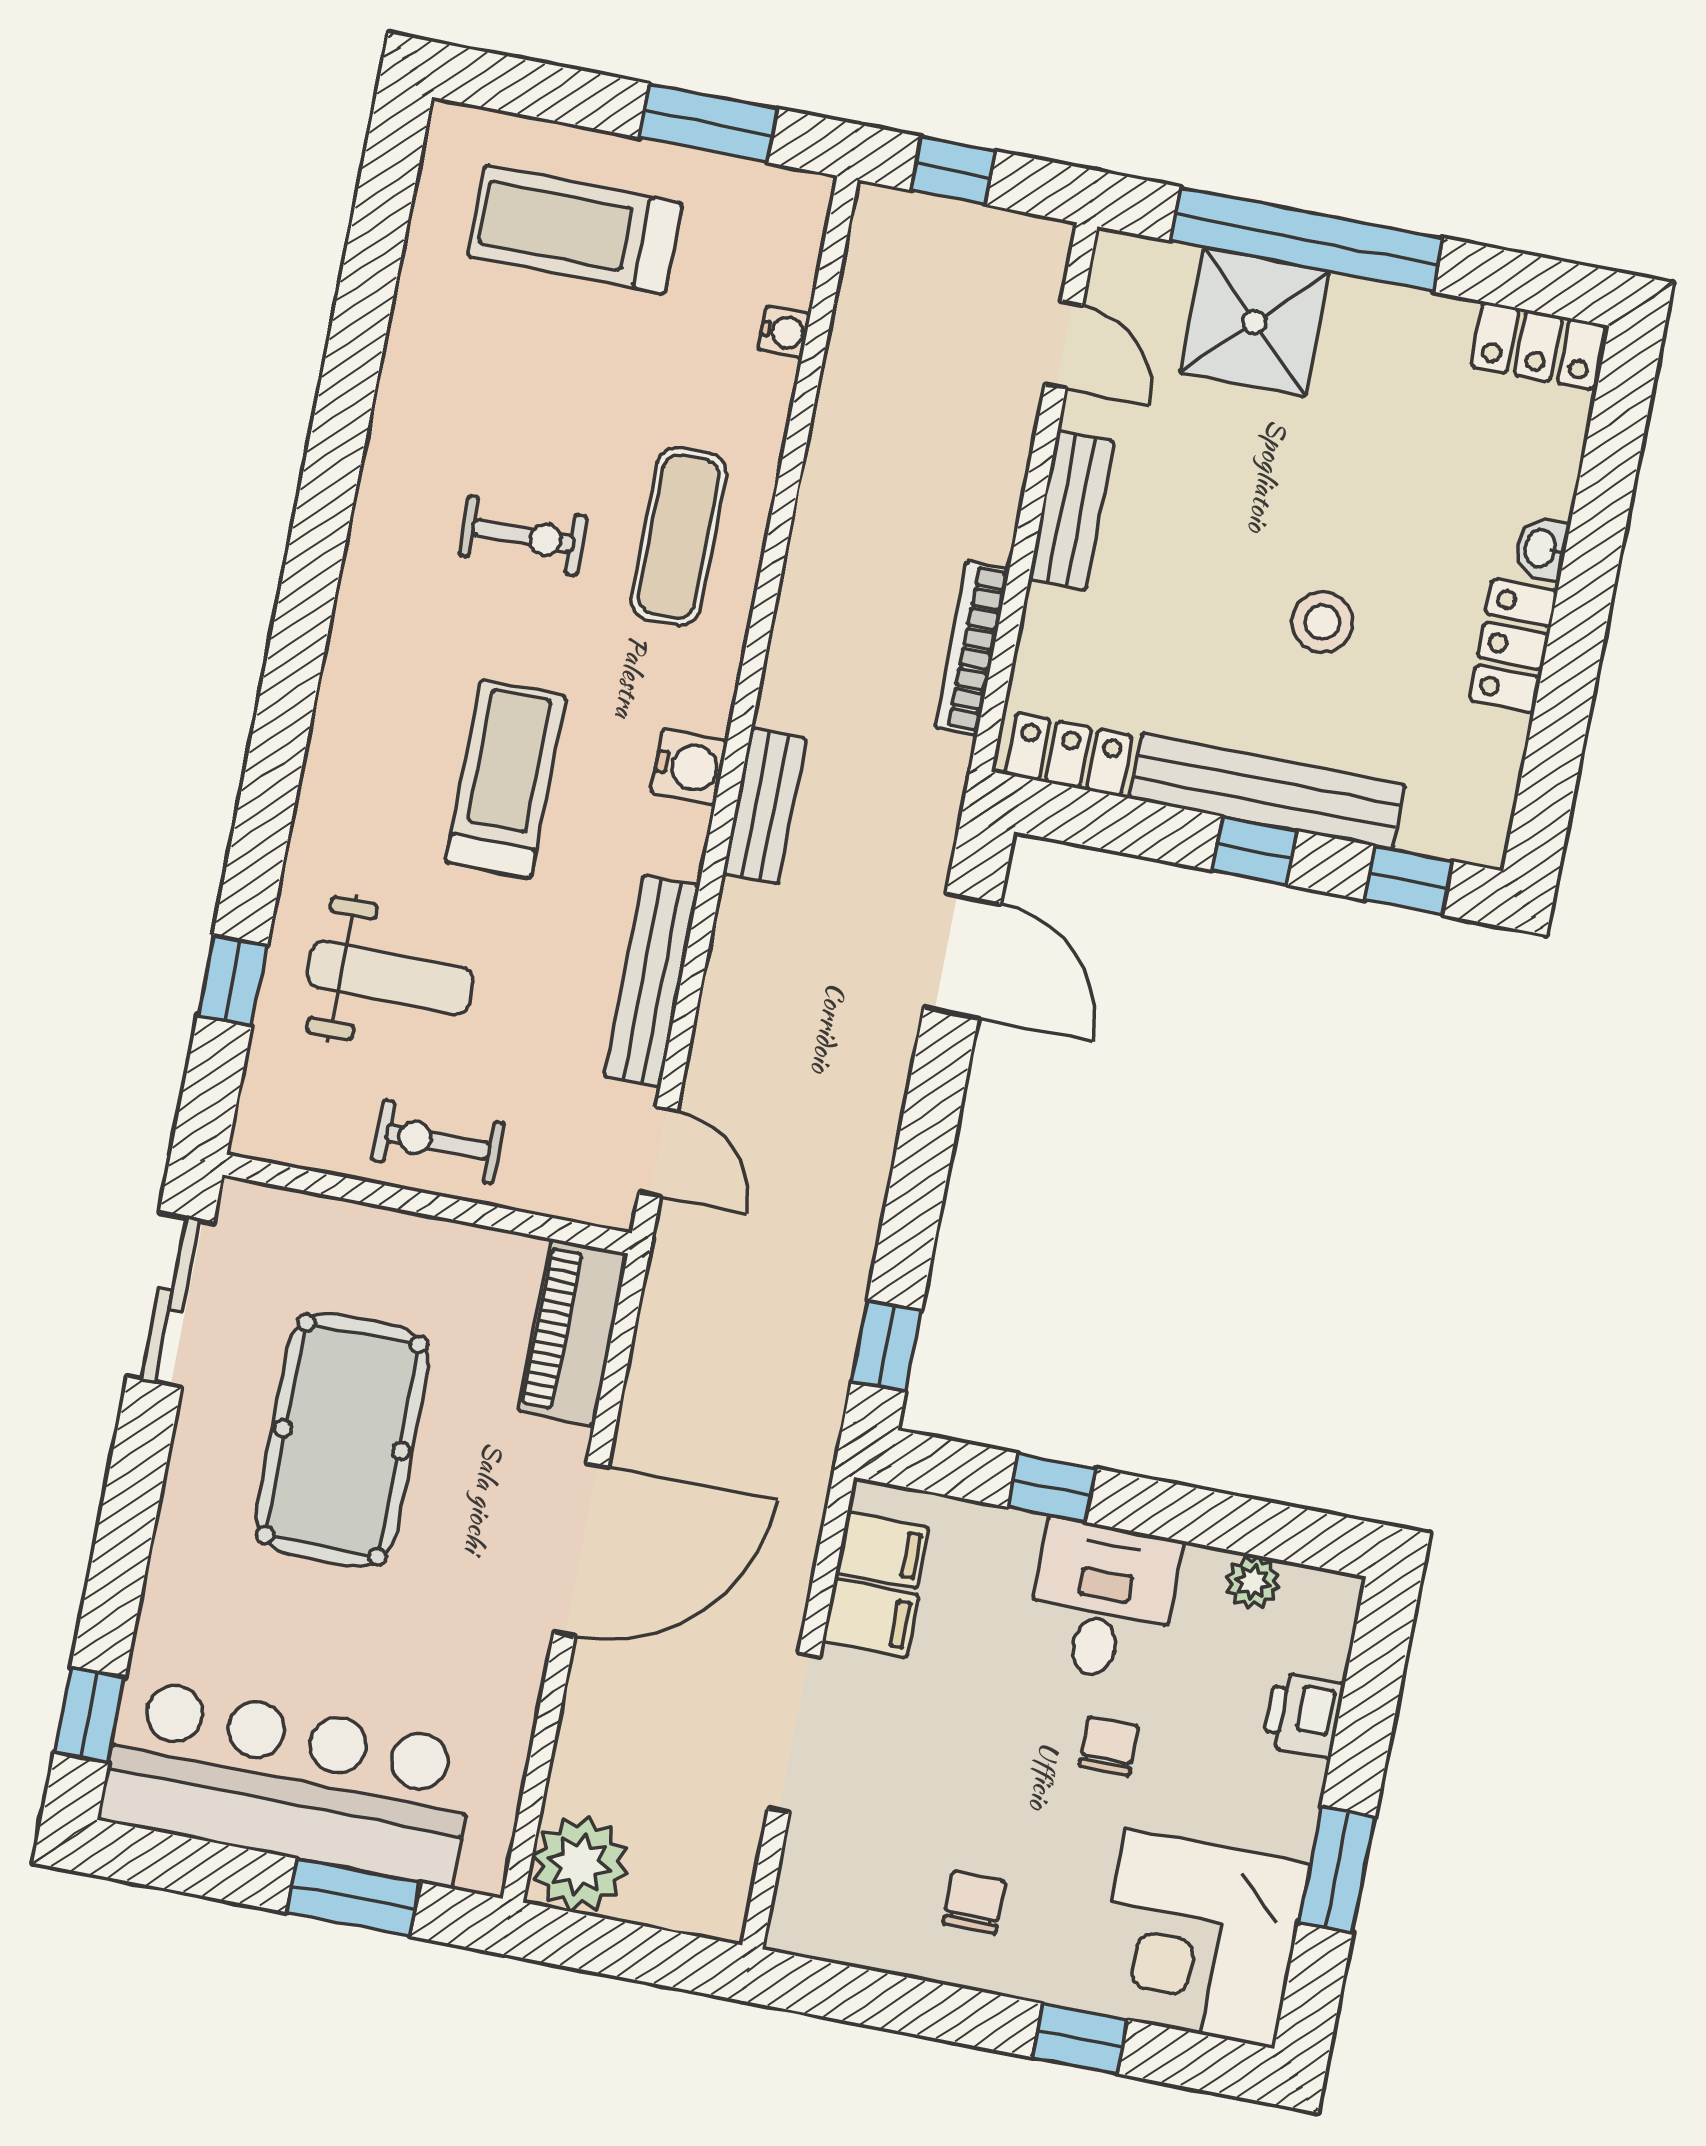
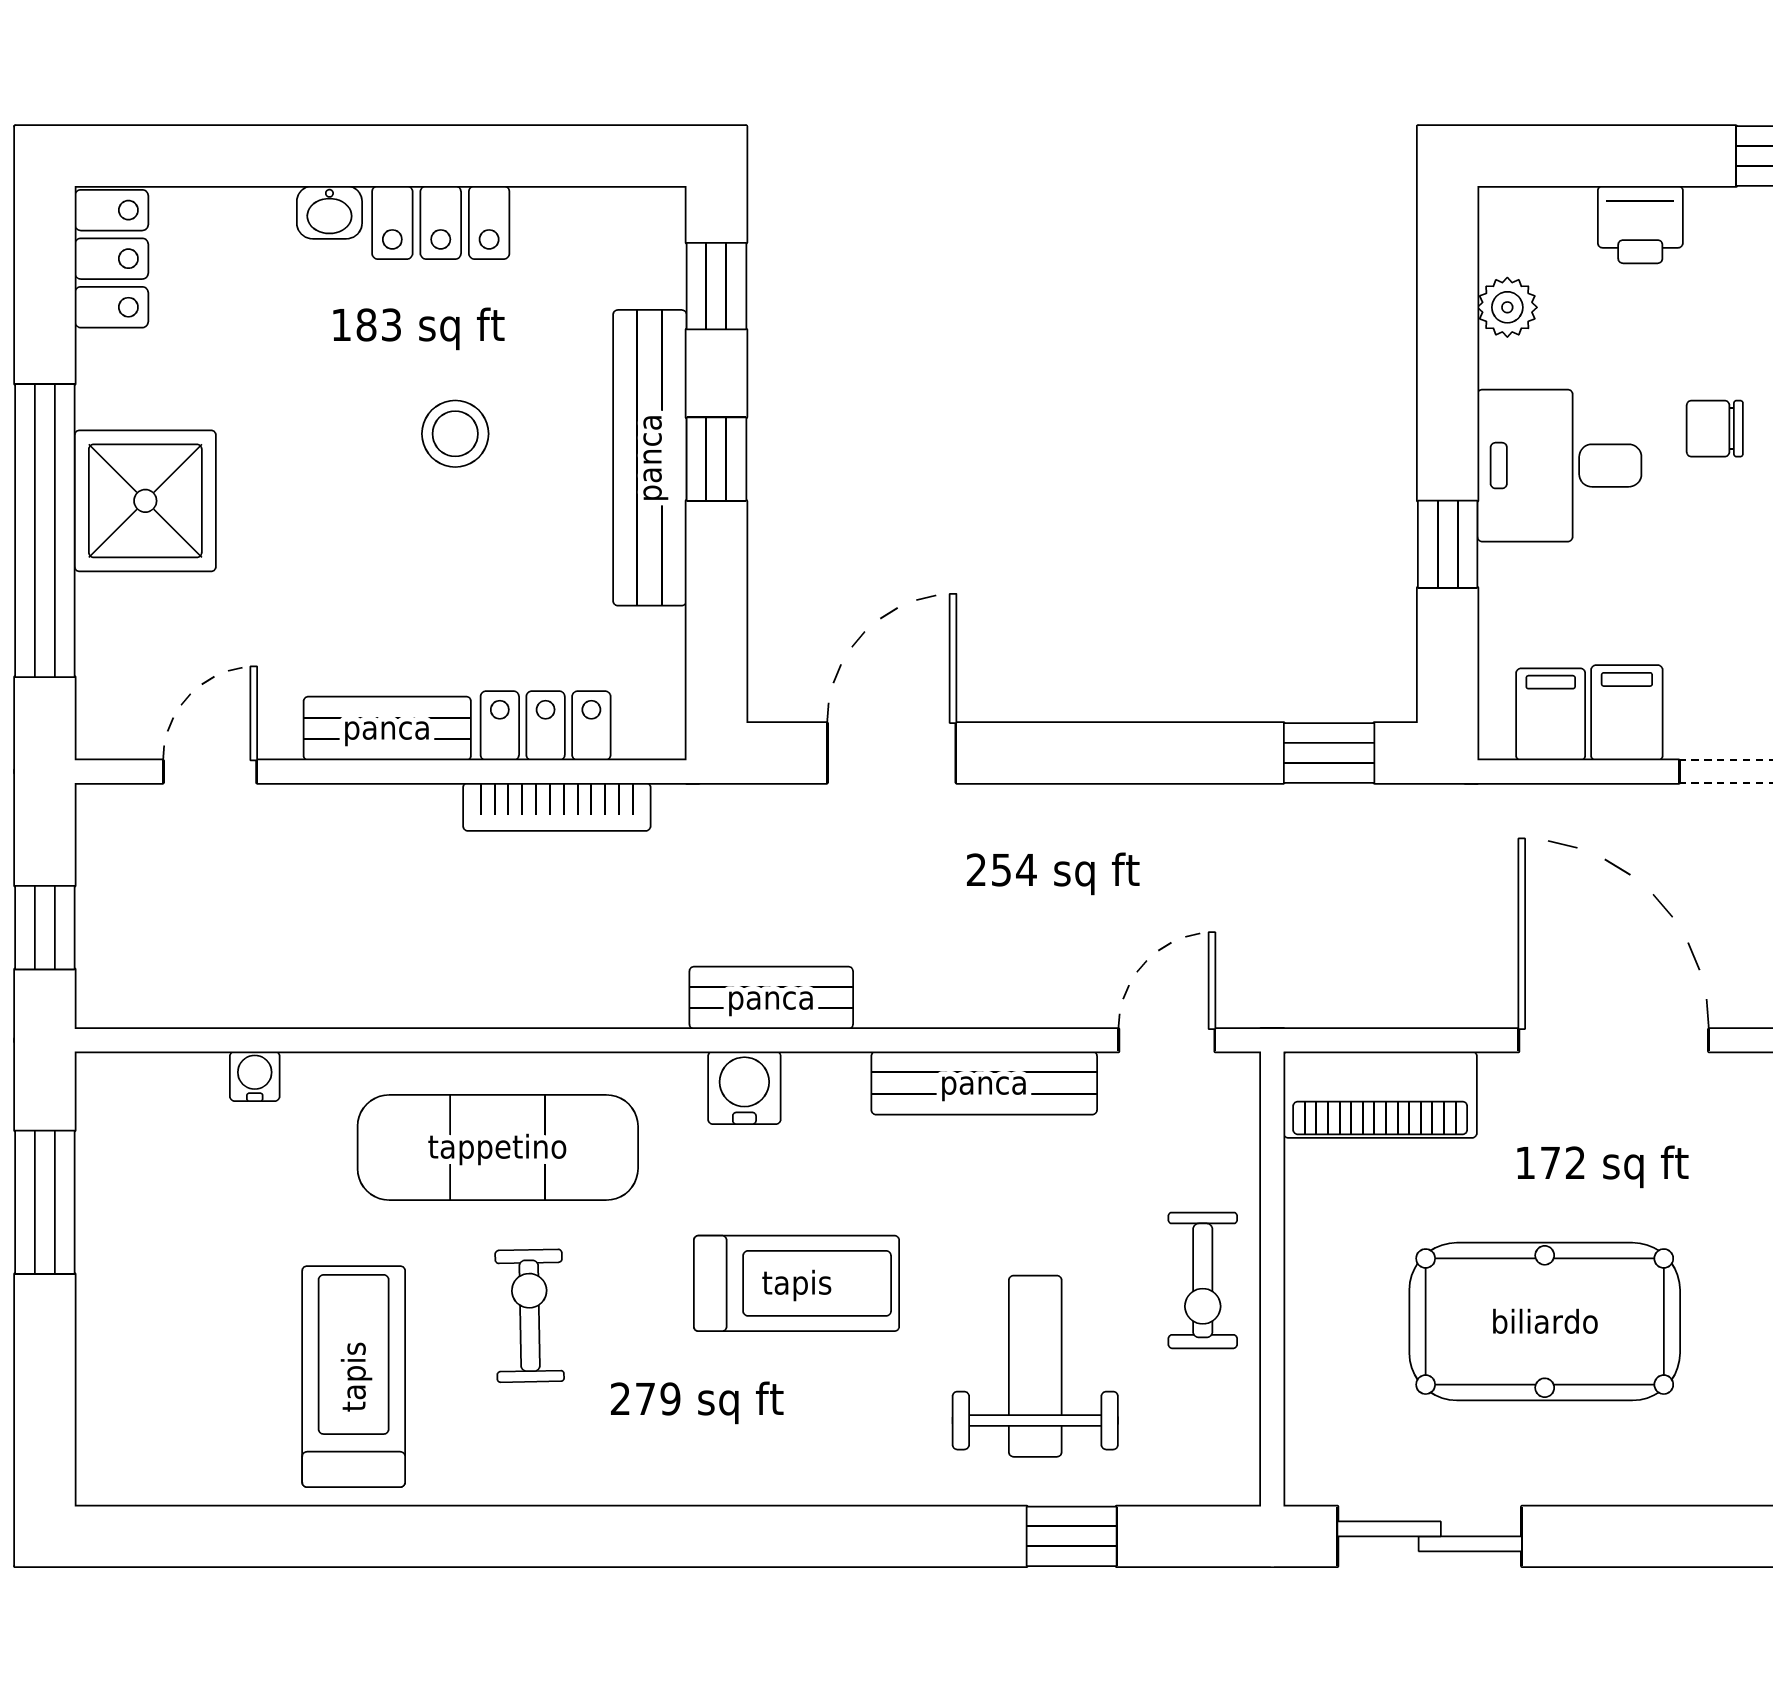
treadmill: (575, 230) -> (354, 1377), moved, turned 180
shower: (1255, 322) -> (145, 501), moved
exercise mat: (679, 536) -> (498, 1147), width x1.36, depth x1.45
locker: (1069, 755) -> (546, 726), moved, turned 90
treadmill: (506, 779) -> (797, 1283), turned 180

